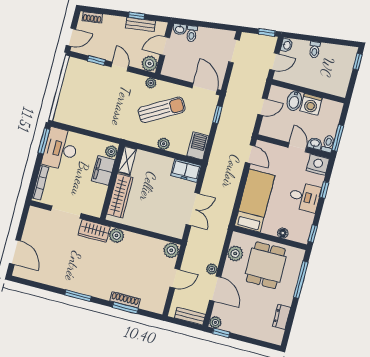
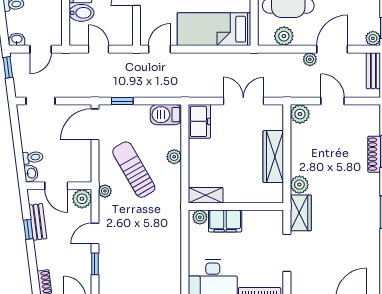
door: (274, 62) -> (41, 49), swing flipped
wardrobe: (120, 196) -> (273, 157), moved, turned -90

